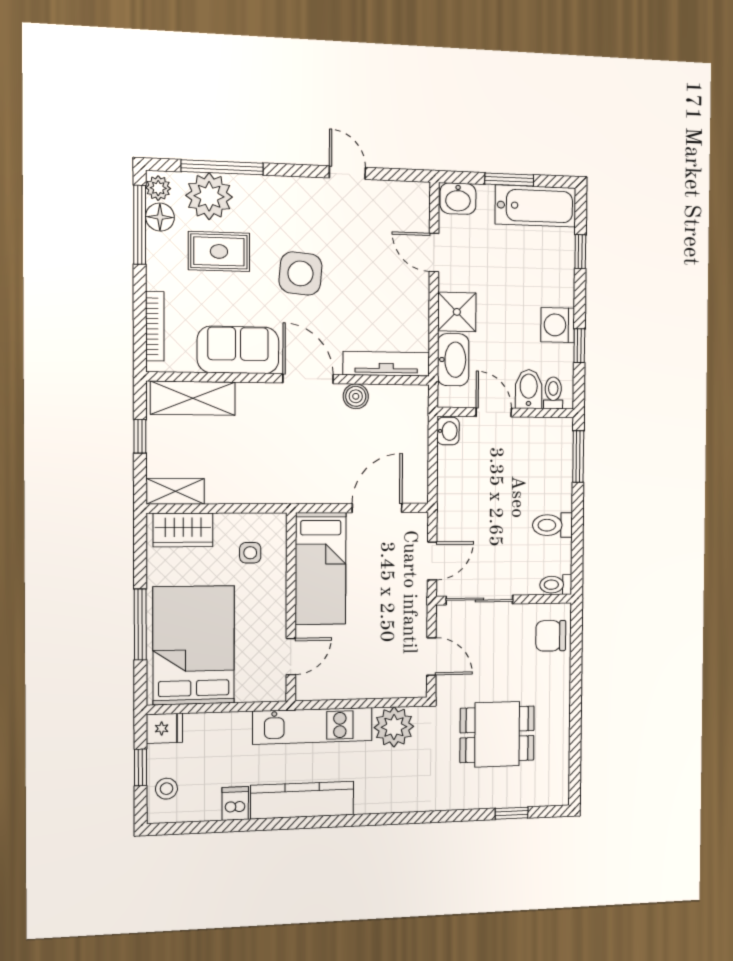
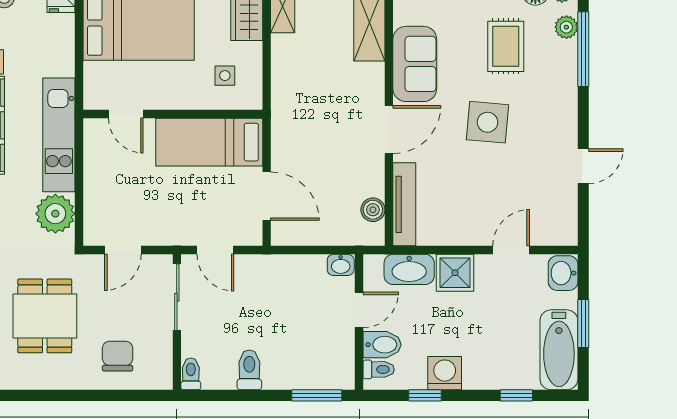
plant: (209, 196) -> (566, 27), width x0.53, depth x0.53
boiler: (356, 396) -> (373, 210), moved
chair: (551, 636) -> (118, 356), moved

